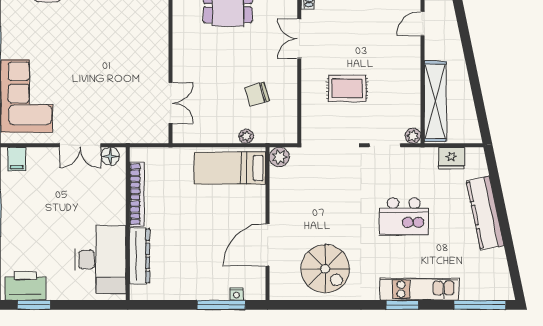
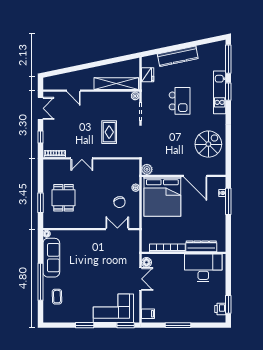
chair: (257, 94) -> (120, 202), moved
bed: (230, 168) -> (162, 197), width x2.04
printer: (25, 286) -> (220, 309), width x0.53, depth x0.68
window: (402, 305) -> (228, 92), moved

